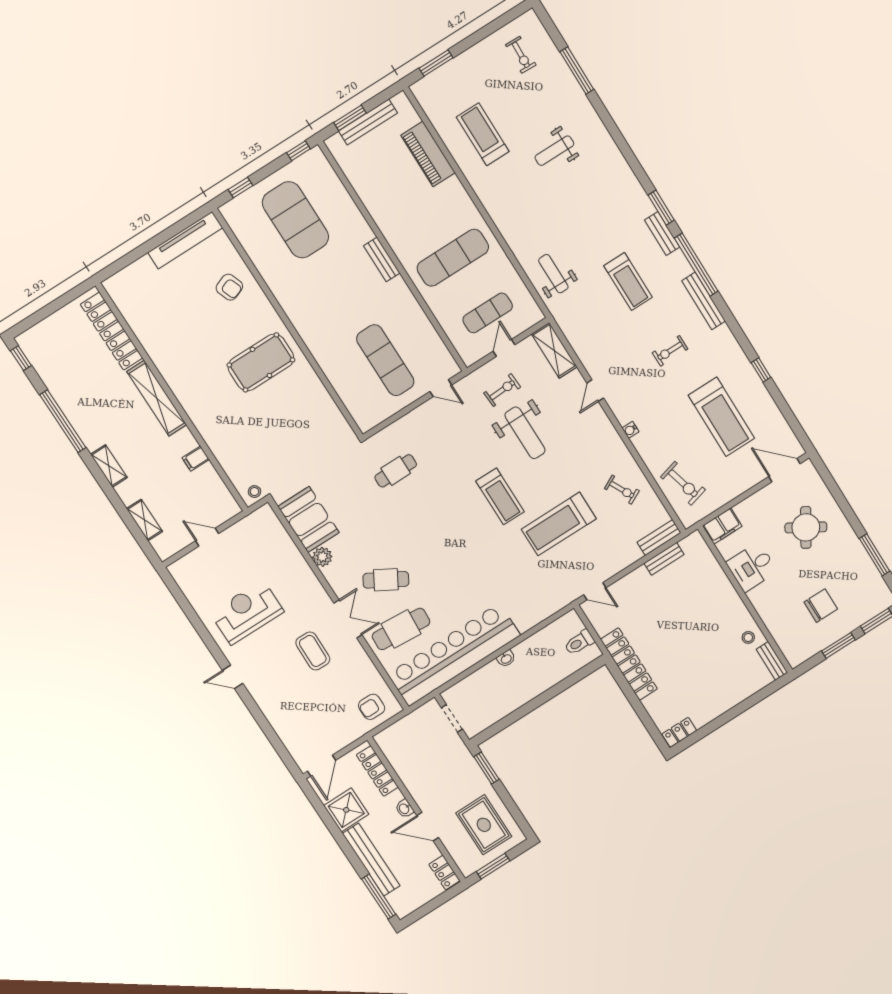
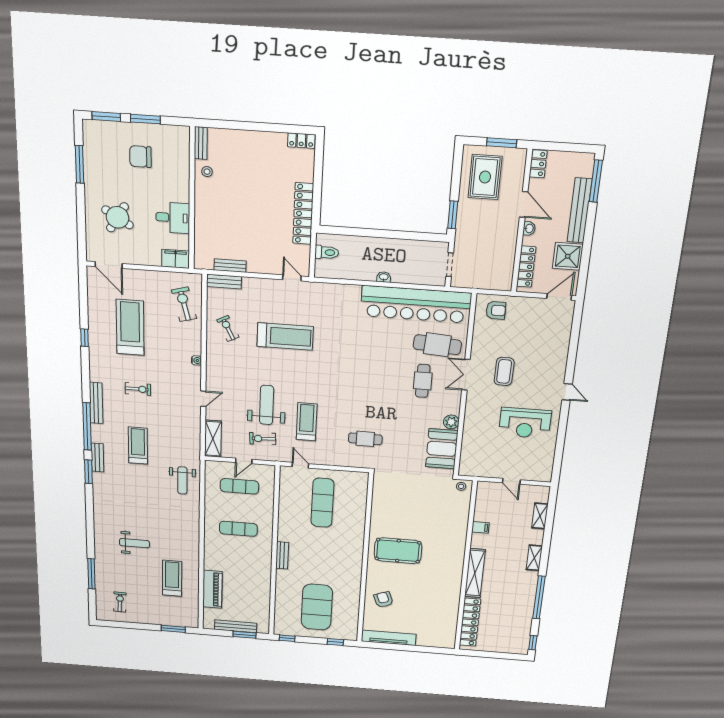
treadmill: (483, 134) -> (172, 578), turned 180
exercise mat: (453, 258) -> (238, 529), width x0.73, depth x0.69
treadmill: (500, 496) -> (307, 422), moved
cafe table: (386, 580) -> (423, 381), turned 60

